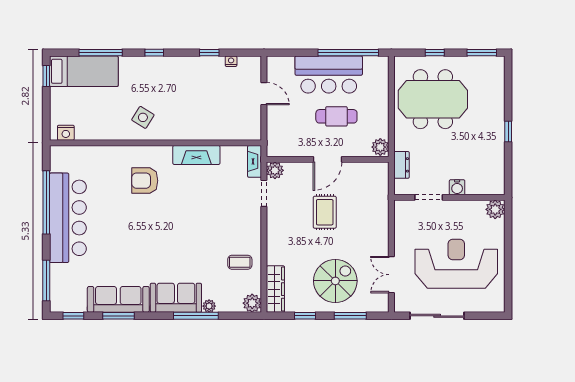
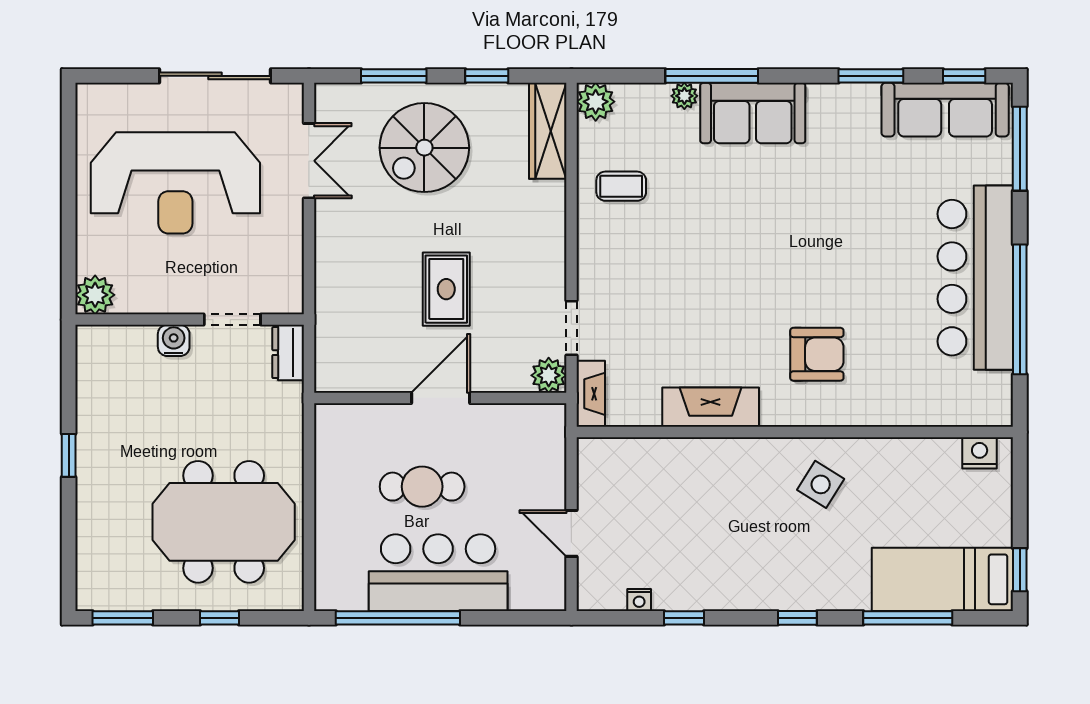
plant: (380, 147) -> (332, 423), removed
dresser: (401, 165) -> (288, 353), moved
sofa: (118, 299) -> (945, 110), moved

